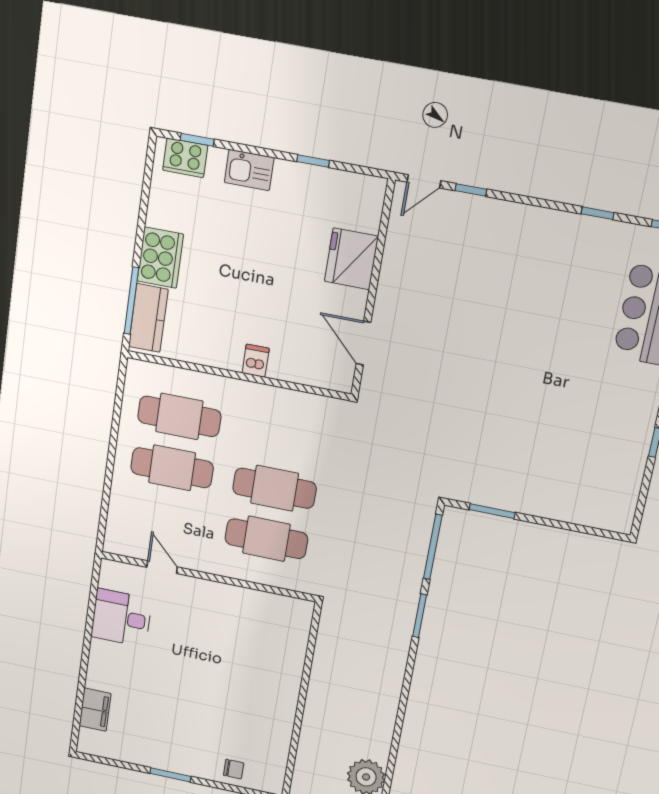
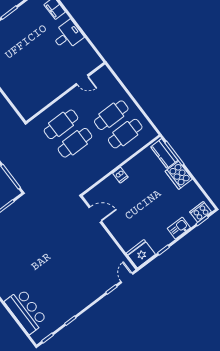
fridge: (351, 259) -> (141, 254), moved, turned -90
desk: (121, 618) -> (67, 35), moved

